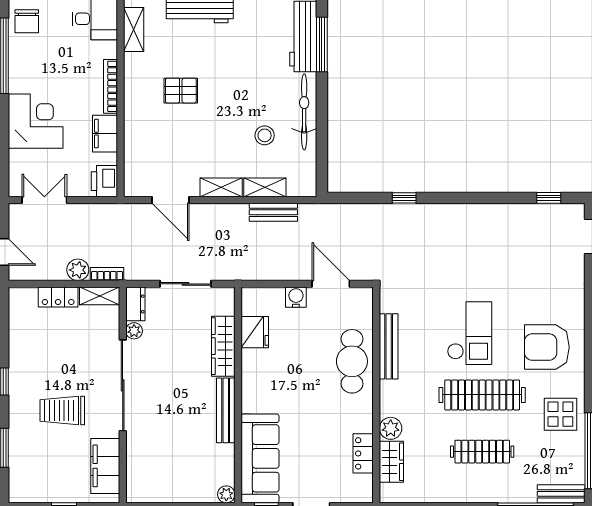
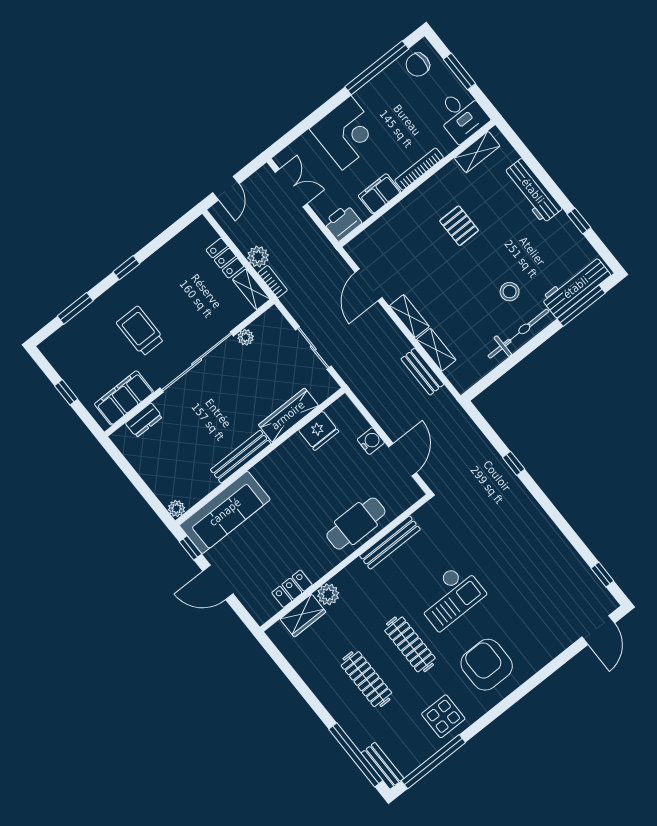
stool: (265, 135) -> (510, 292), moved
dresser: (135, 304) -> (144, 420), moved
clothes rail: (482, 395) -> (410, 644), width x0.73, depth x0.76

